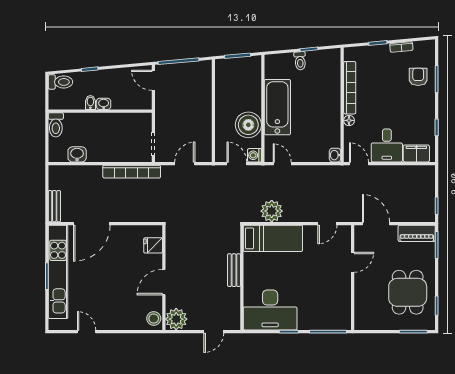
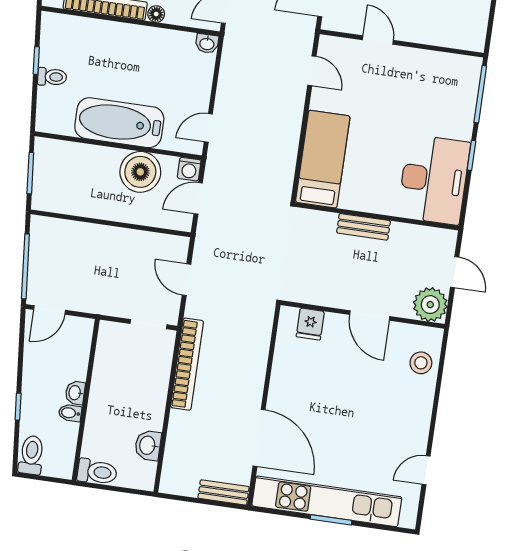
plant: (272, 211) -> (280, 155), removed
fridge: (153, 245) -> (310, 324), moved
wall: (164, 278) -> (363, 314), moved
door: (164, 282) -> (370, 316), moved
plant: (176, 319) -> (430, 305), moved

